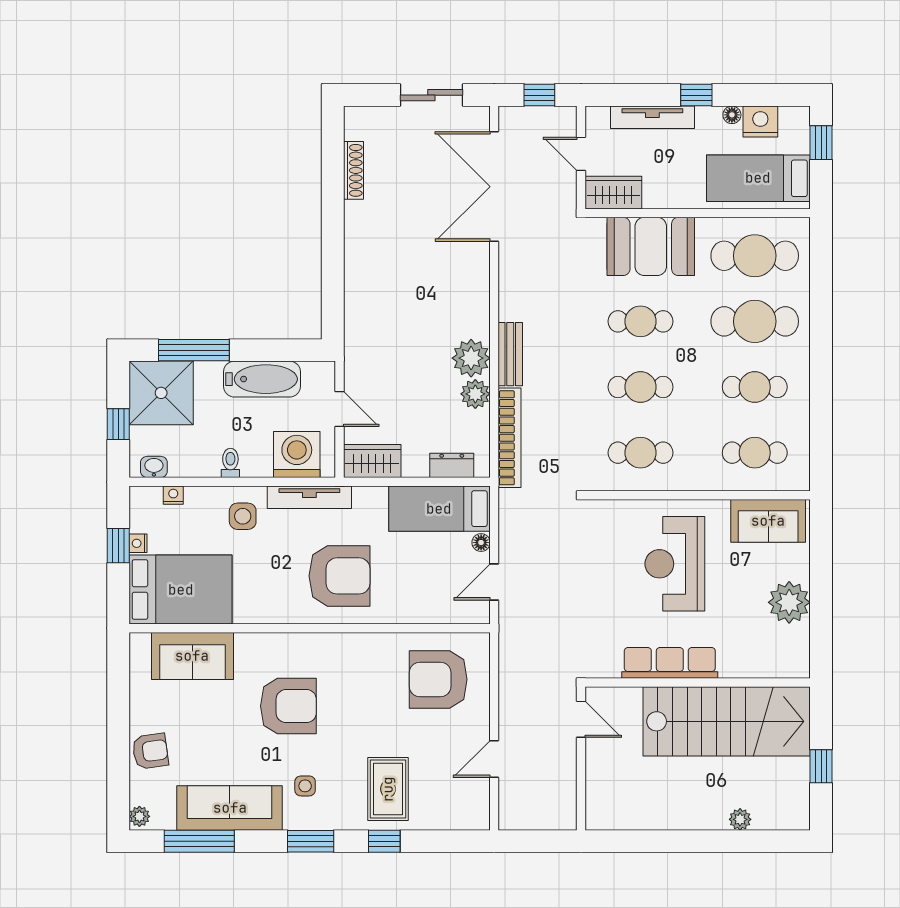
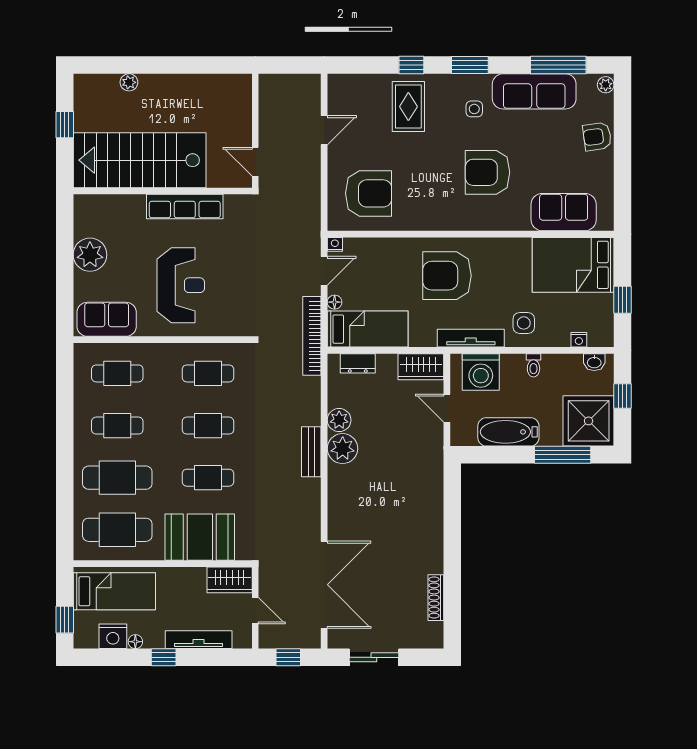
bookcase: (510, 438) -> (312, 336), moved
nightstand: (138, 543) -> (335, 244), moved, turned -90

